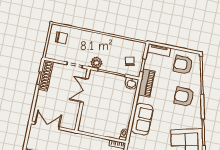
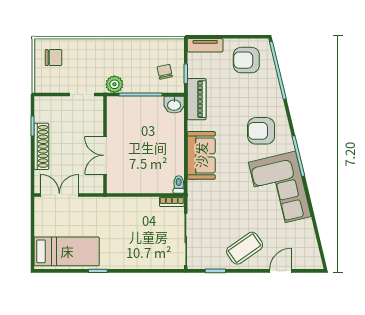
shoe rack: (46, 75) -> (41, 146), moved
double door: (84, 90) -> (105, 155), moved
armchair: (184, 97) -> (261, 131), moved

